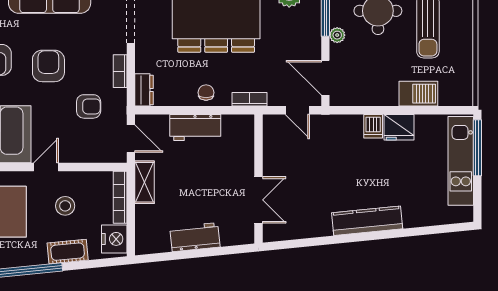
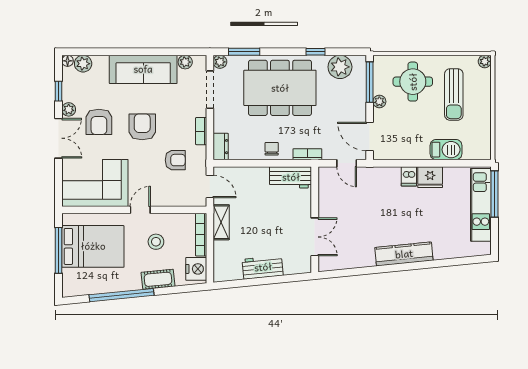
workbench: (195, 127) -> (291, 177), moved

